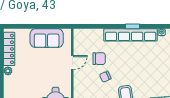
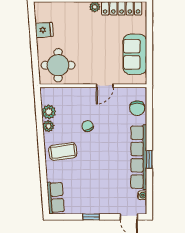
chair: (99, 59) -> (137, 108), moved
door: (72, 63) -> (105, 86), hinge flipped

